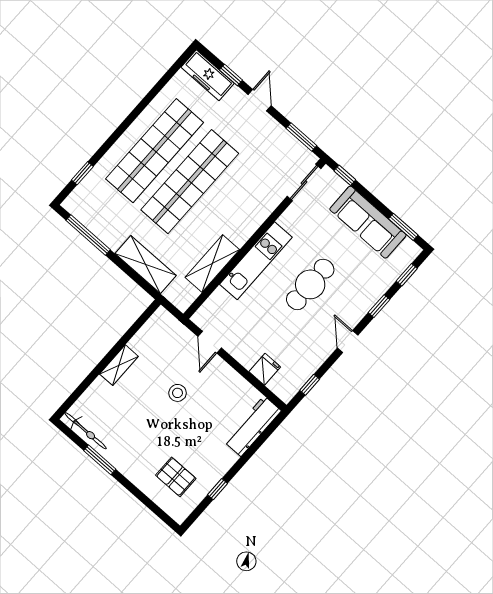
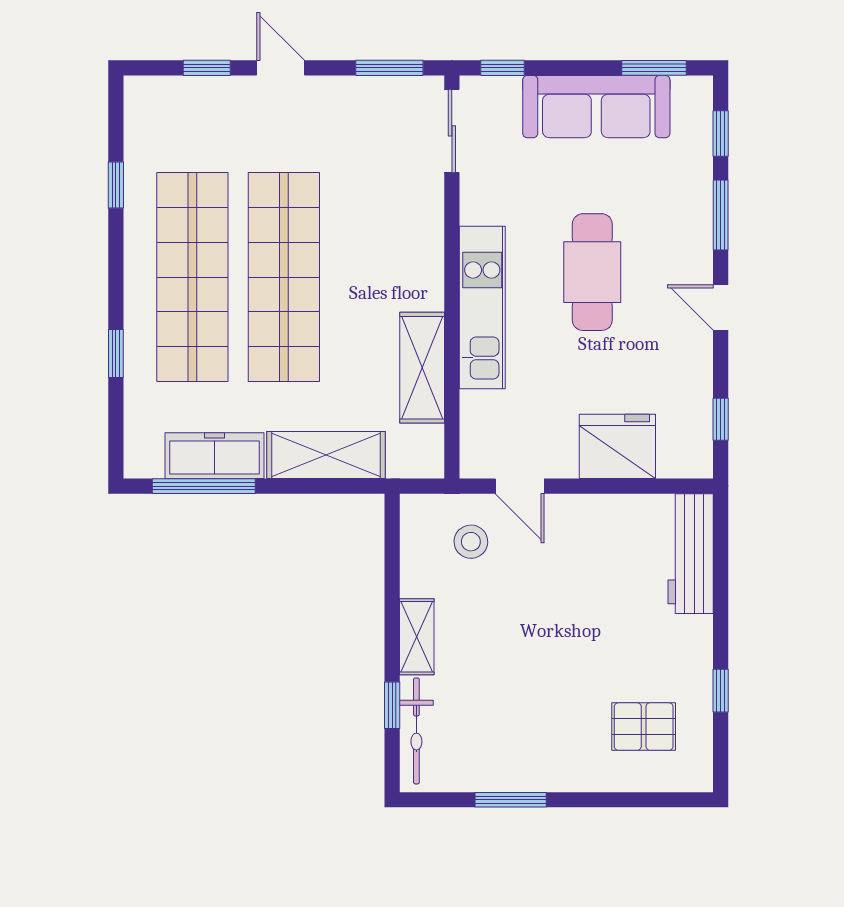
freezer: (208, 75) -> (214, 456), moved, turned 180
window: (156, 89) -> (116, 185), added
window: (82, 173) -> (116, 353), moved
window: (379, 306) -> (721, 215), width x1.50
fridge: (265, 369) -> (617, 446), width x1.88, depth x1.34
window: (86, 383) -> (392, 705), added
stool: (178, 393) -> (471, 542), moved
bicycle: (86, 431) -> (416, 731), moved, turned 90

